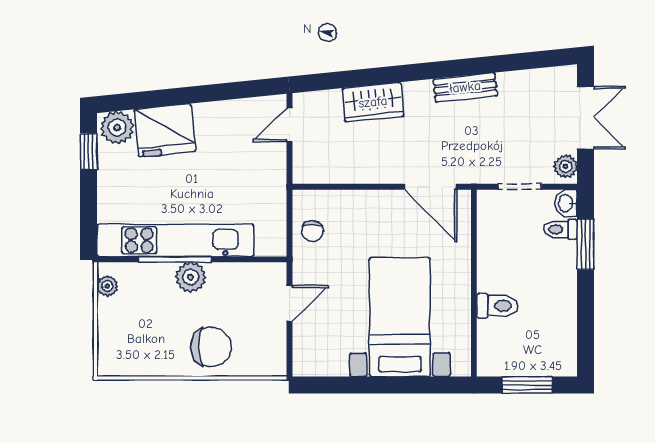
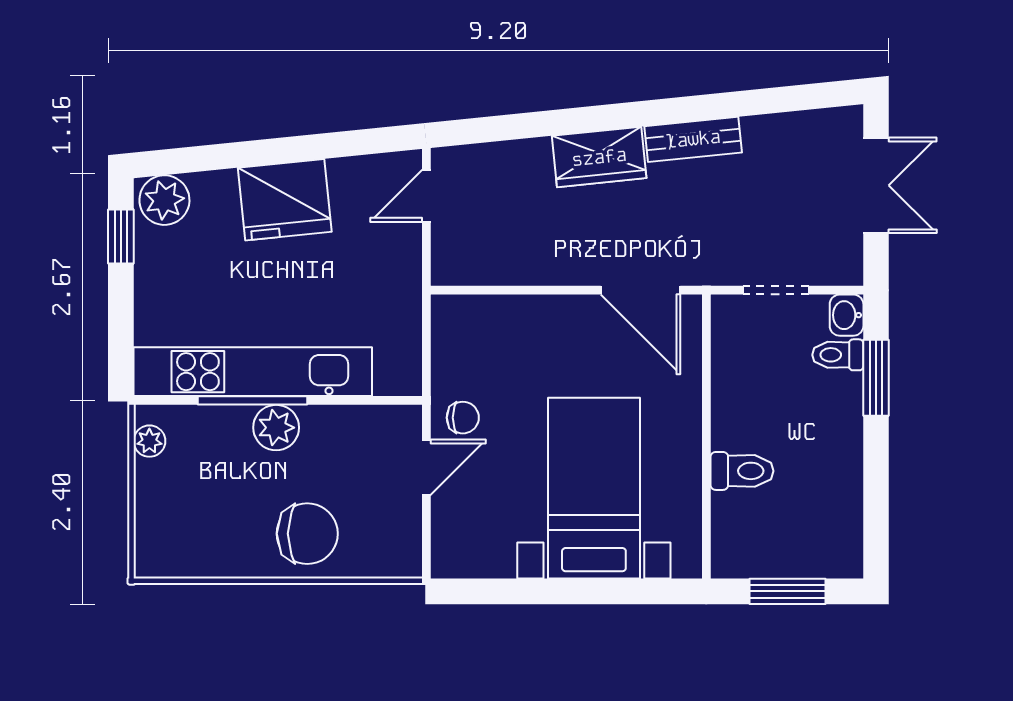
wardrobe: (373, 102) -> (599, 157), moved
fridge: (165, 130) -> (285, 200), moved
plant: (566, 166) -> (846, 259), removed
chair: (312, 231) -> (463, 418), moved, turned -90

